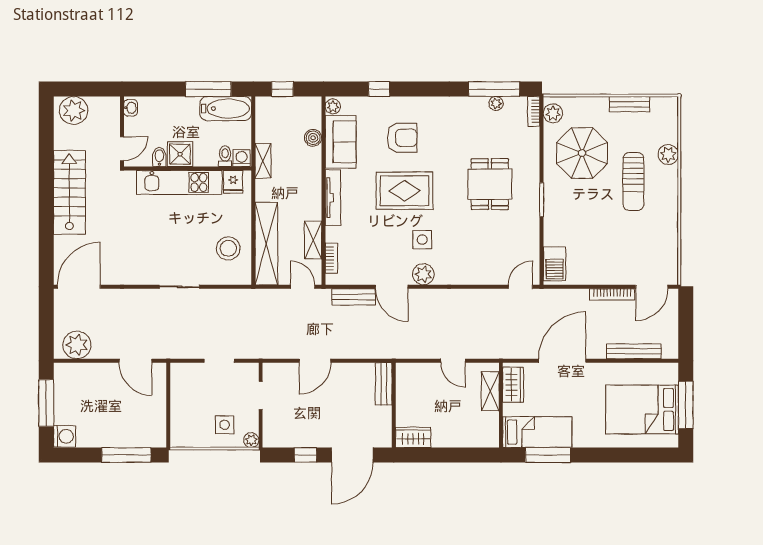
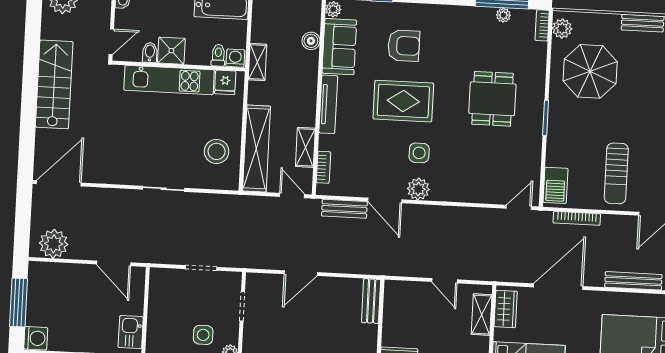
sun lounger: (633, 182) -> (616, 173), moved
bookcase: (612, 294) -> (577, 218), moved
kitchen sink: (155, 426) -> (131, 332), added

